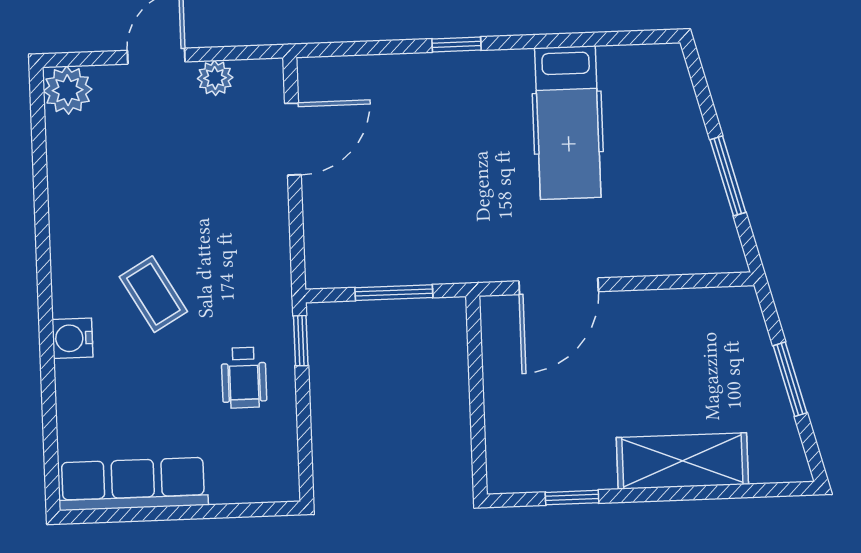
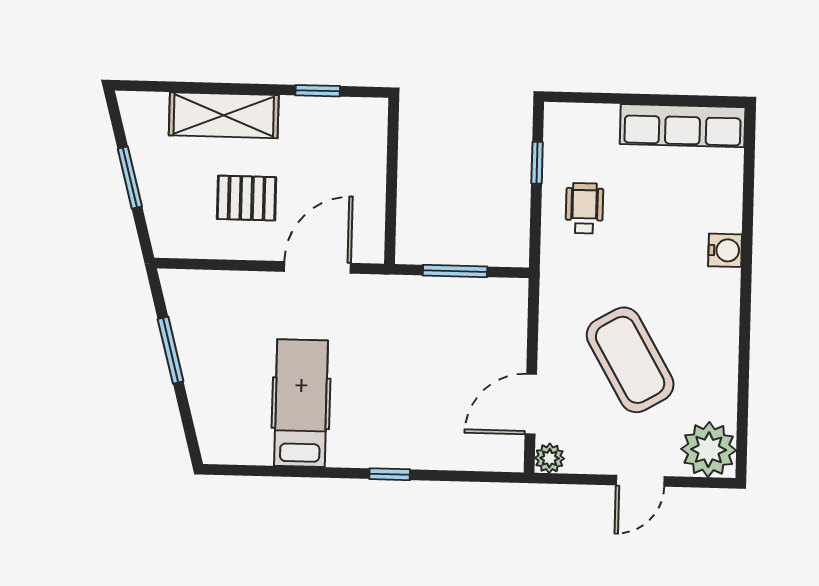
plant: (215, 78) -> (550, 458), moved
plant: (68, 90) -> (709, 450), width x1.36, depth x1.36
coffee table: (153, 294) -> (630, 360), moved, width x1.86, depth x1.72
window: (301, 341) -> (537, 163), moved
pallet: (649, 364) -> (247, 198), added

